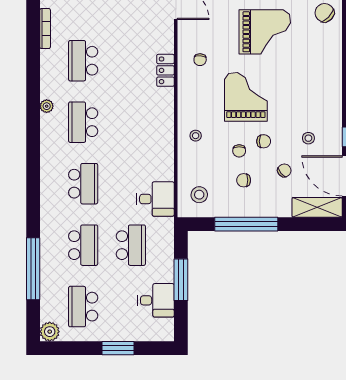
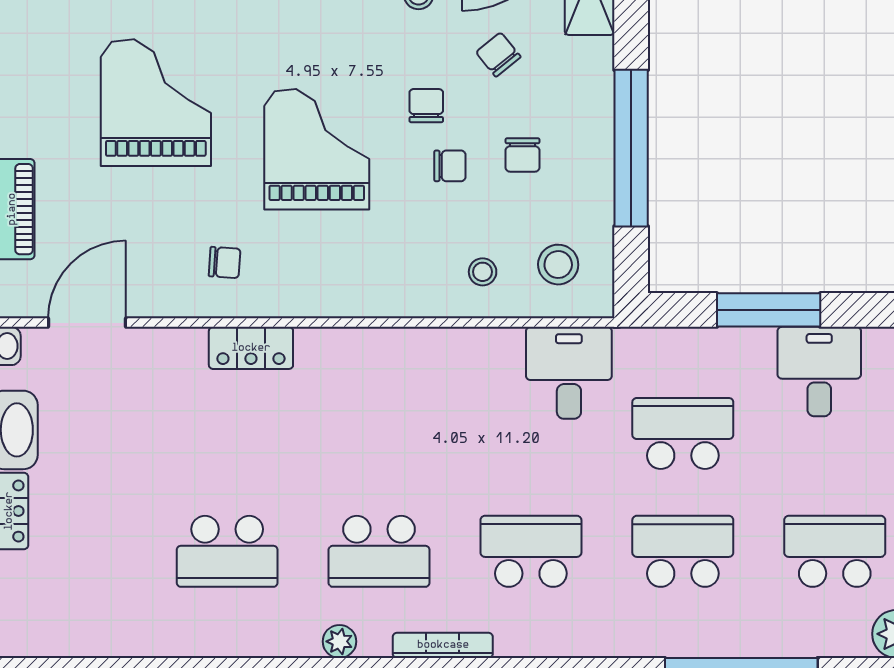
bookcase: (45, 29) -> (443, 645), moved
grand piano: (246, 97) -> (317, 149), turned 90
stool: (196, 136) -> (483, 272), moved
school desk: (83, 307) -> (835, 551), turned 180

